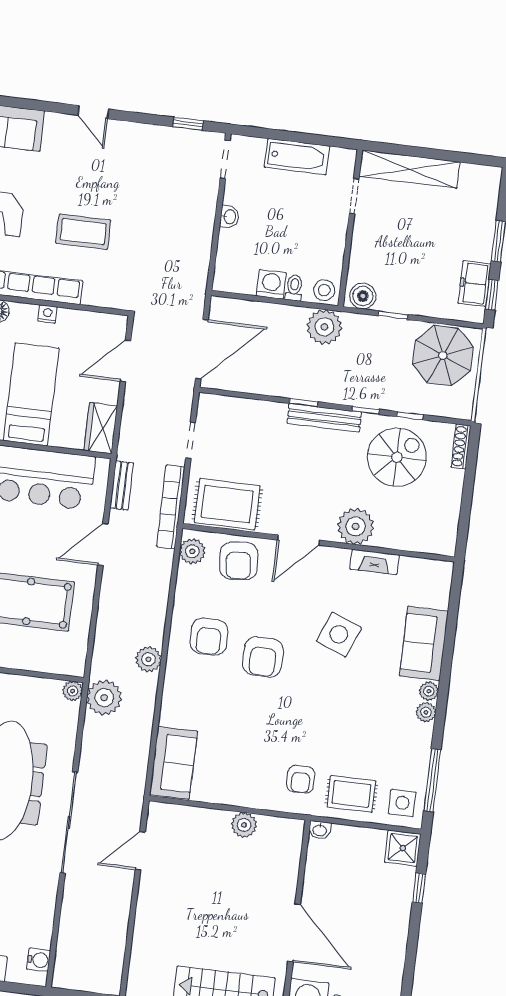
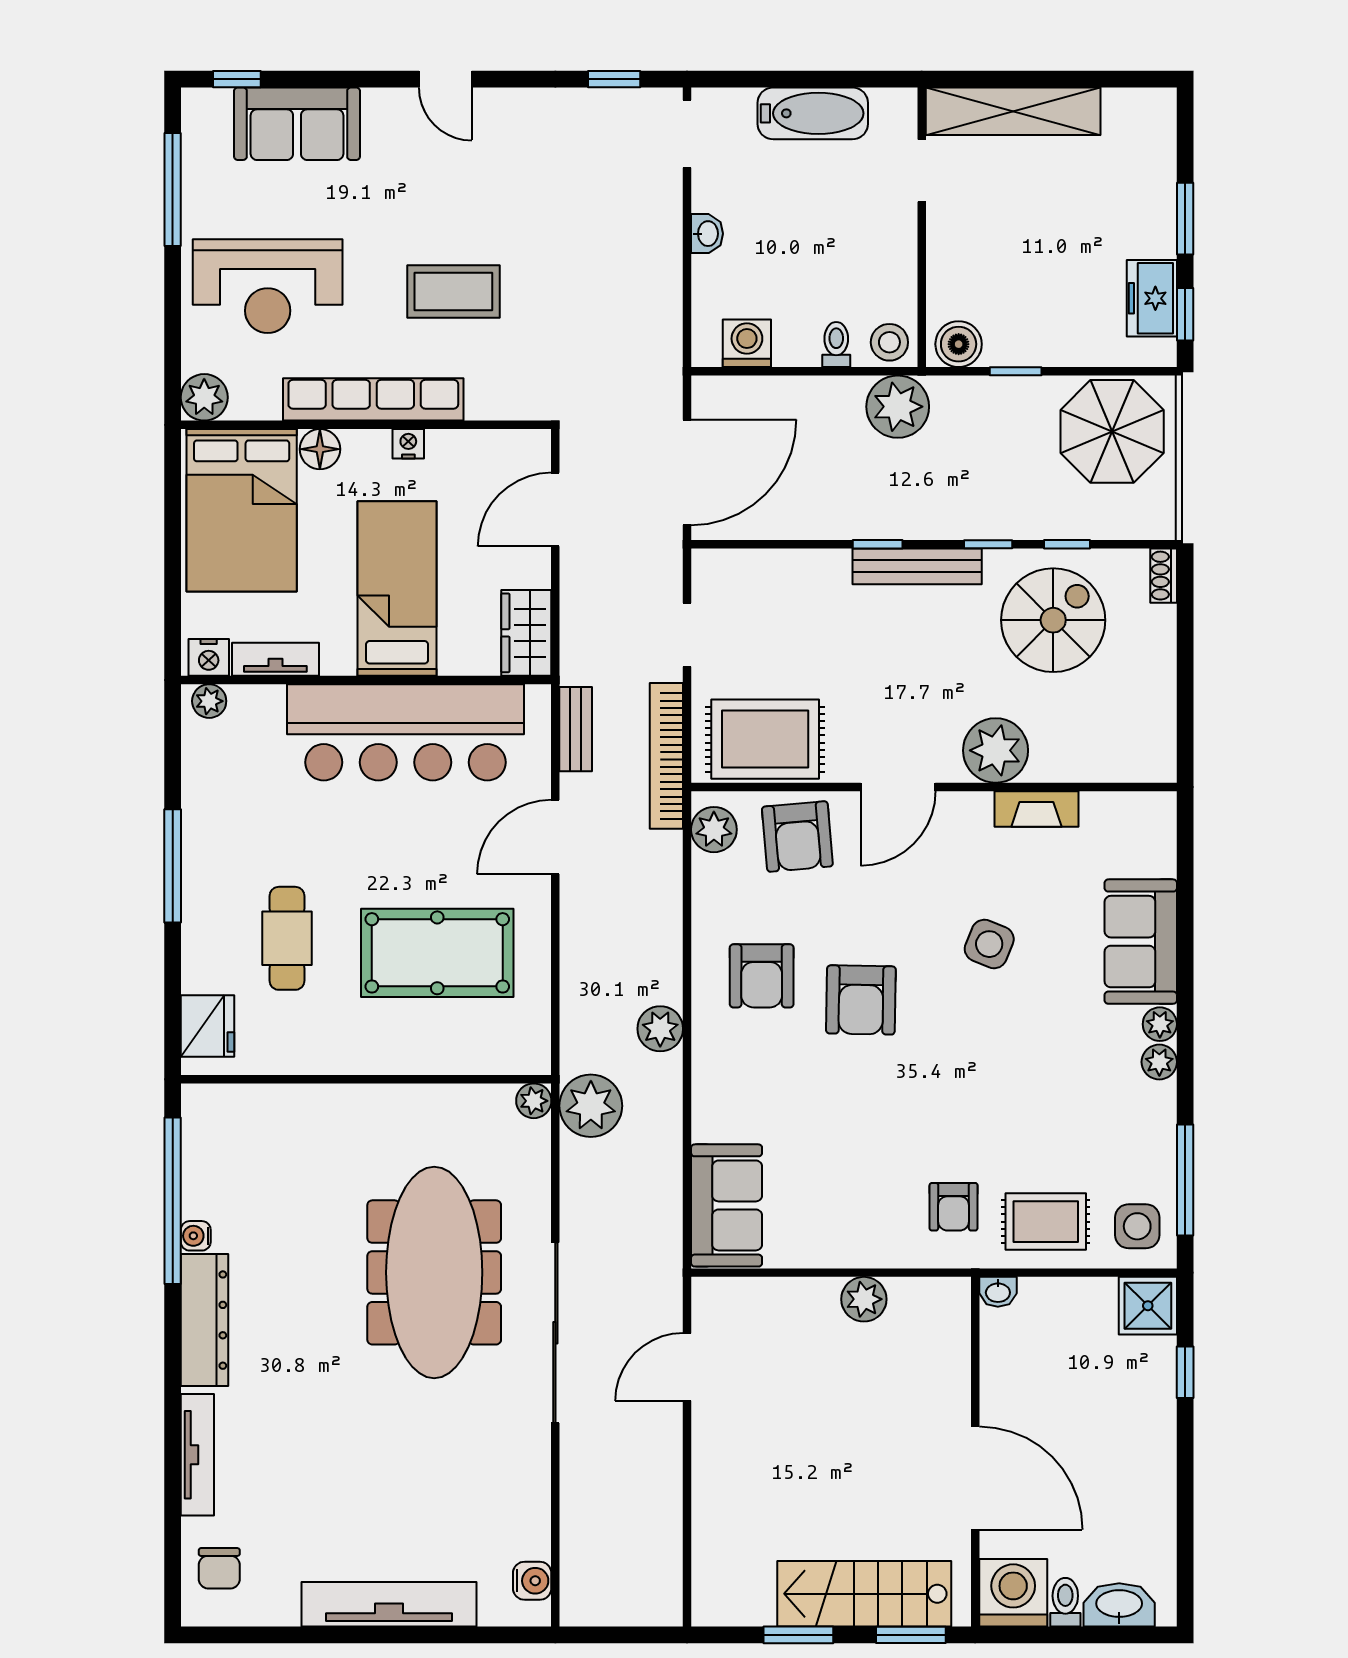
washing machine: (271, 284) -> (747, 343), moved
shoe rack: (461, 446) -> (1164, 576), width x0.70
side table: (339, 634) -> (989, 944), width x0.73, depth x0.73

